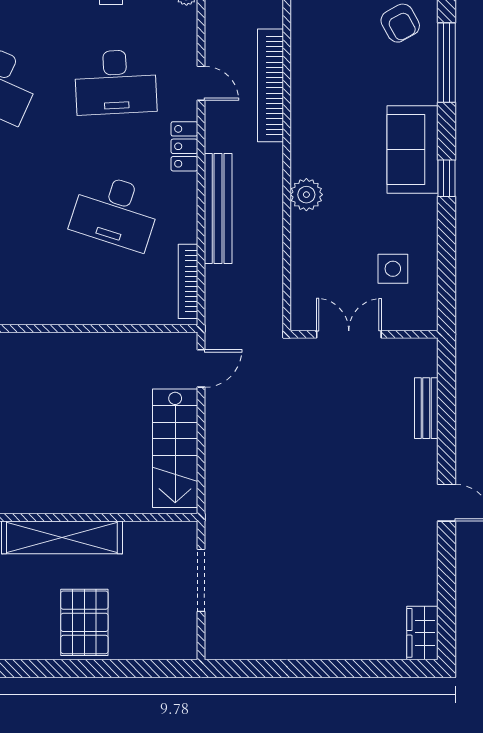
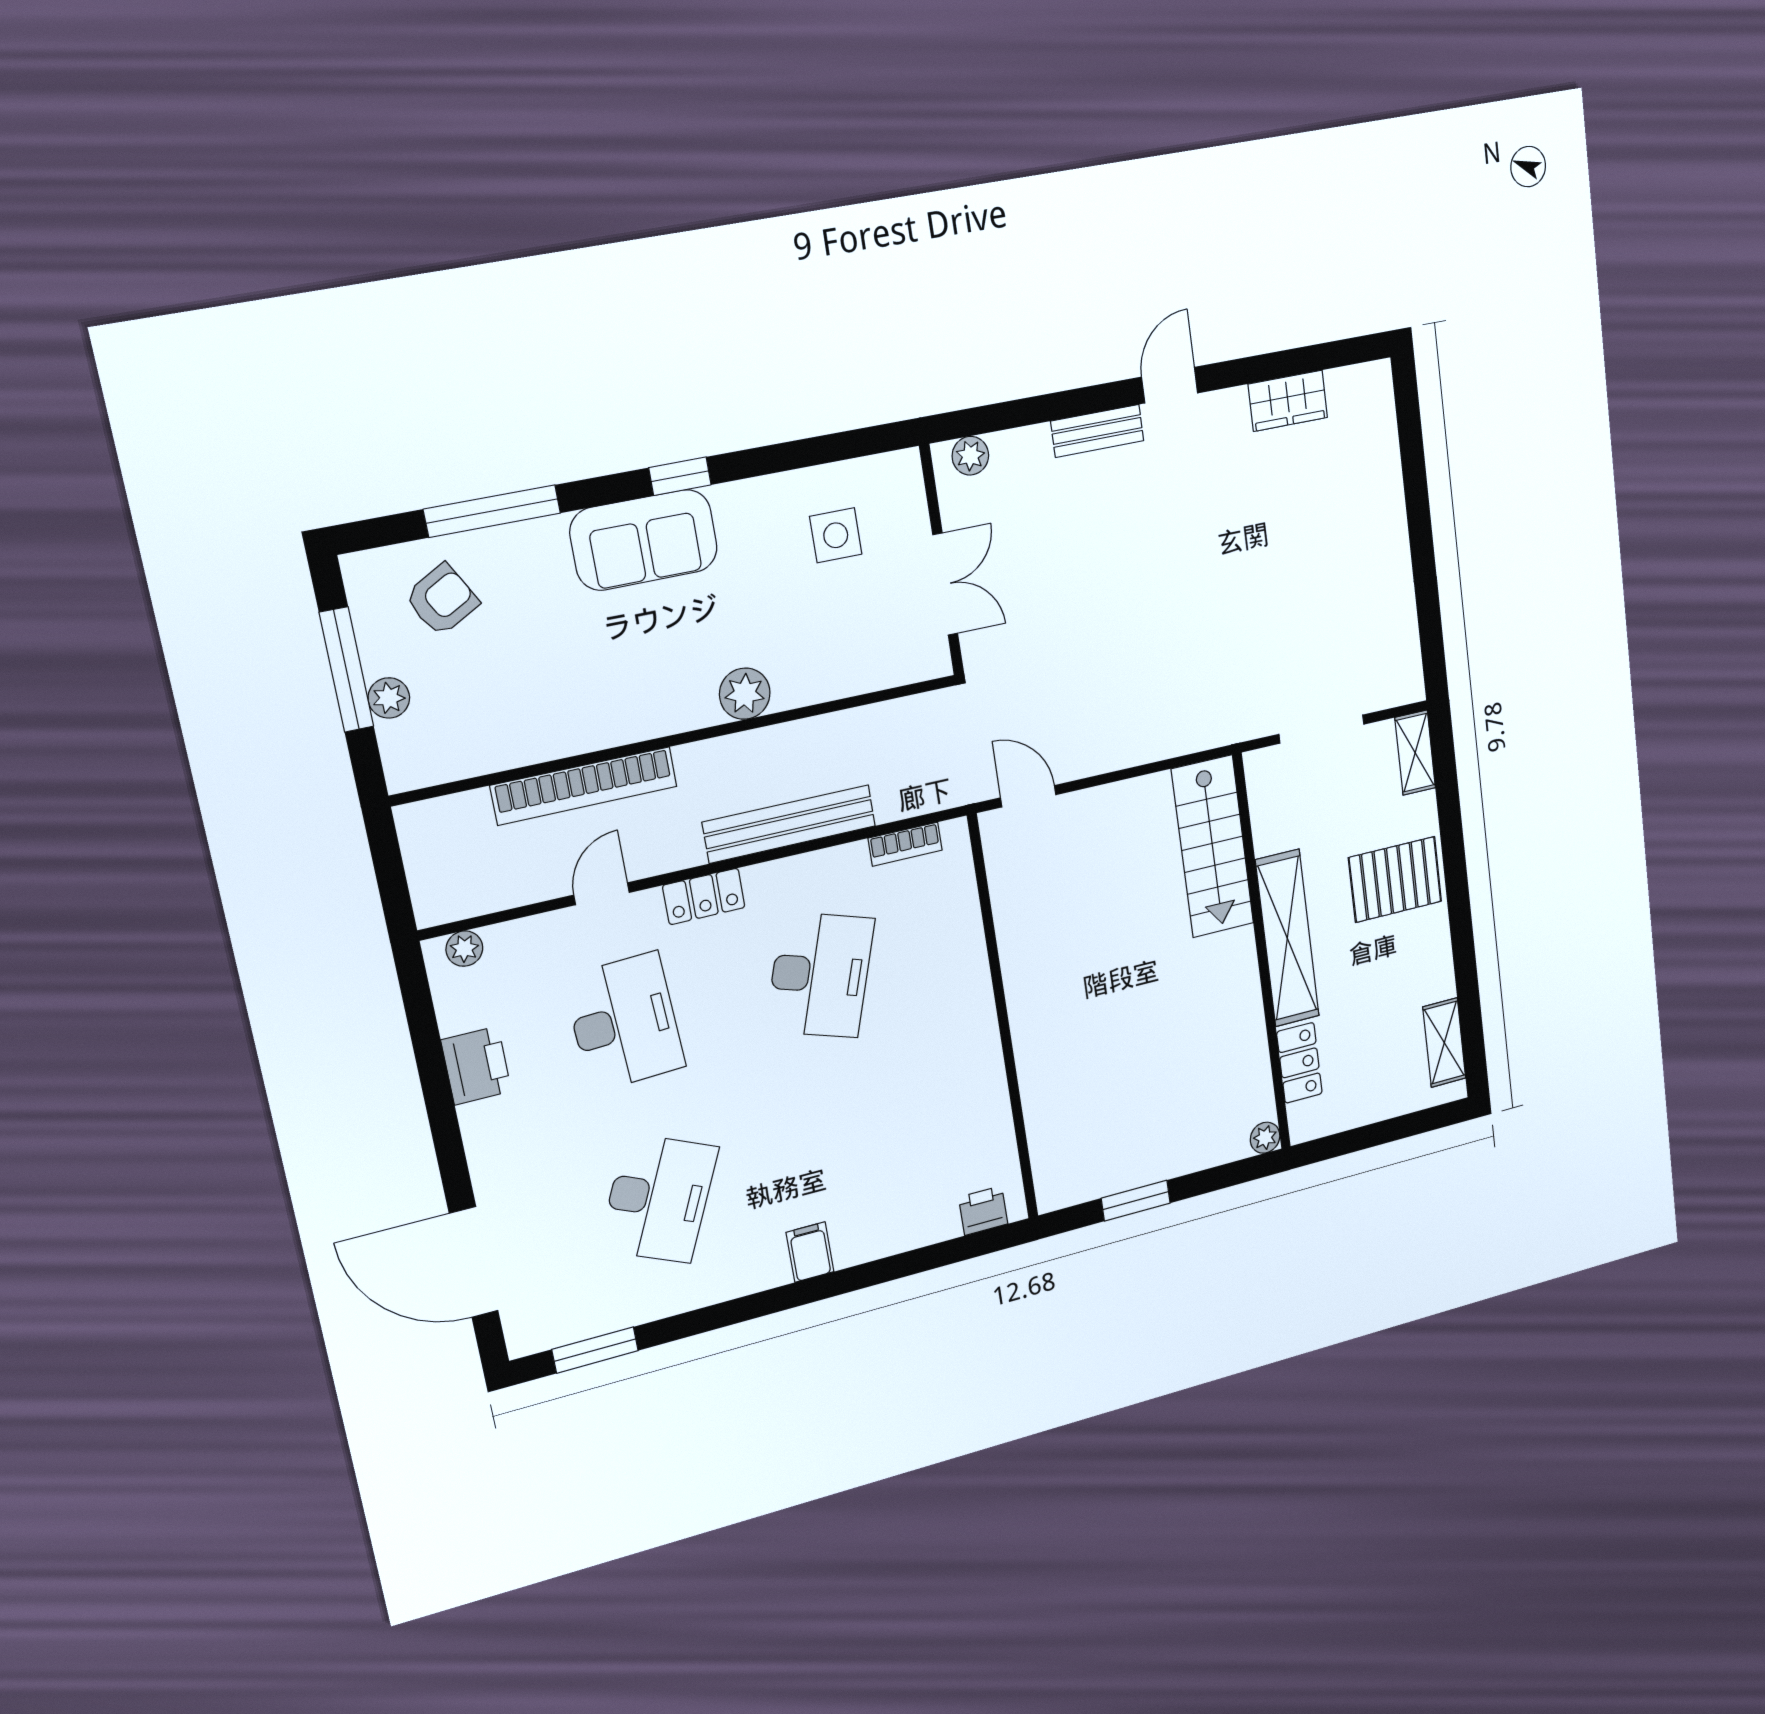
bookcase: (188, 281) -> (905, 844), width x0.64
double door: (349, 334) -> (945, 584), swing flipped
plant: (426, 363) -> (970, 456), added
bench: (426, 408) -> (1097, 431), moved
stairs: (175, 448) -> (1213, 847), moved, turned 90
wardrobe: (422, 633) -> (1288, 401), moved
shelving: (170, 648) -> (1415, 753), added

